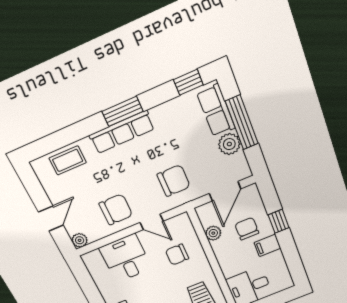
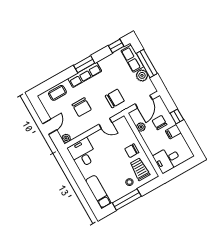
chair: (116, 209) -> (82, 107), moved, turned 90
chair: (177, 255) -> (132, 151), moved
desk: (126, 258) -> (83, 153), moved

